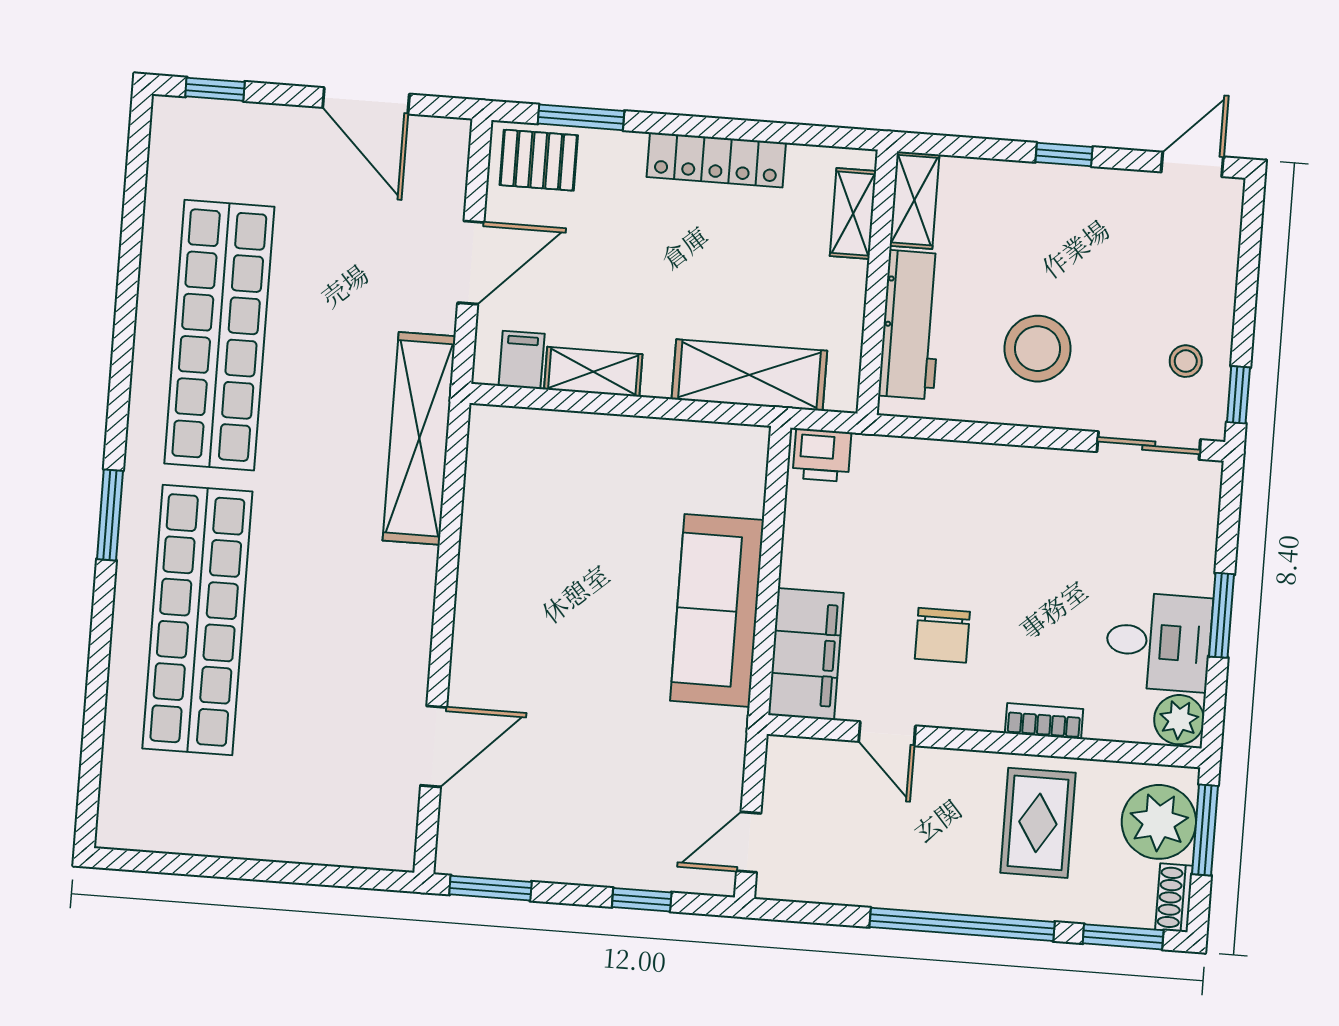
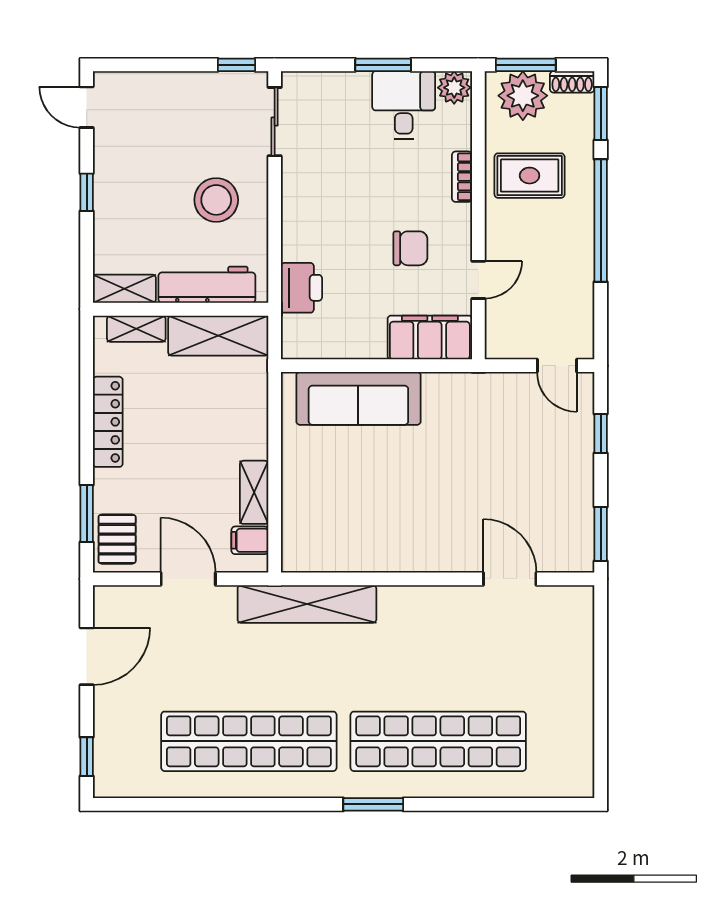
stool: (1186, 361) -> (217, 101), removed
shelving: (749, 375) -> (218, 336), moved, turned 90
printer: (822, 455) -> (301, 288), moved, width x1.36, depth x1.24
sofa: (717, 610) -> (358, 398), moved

